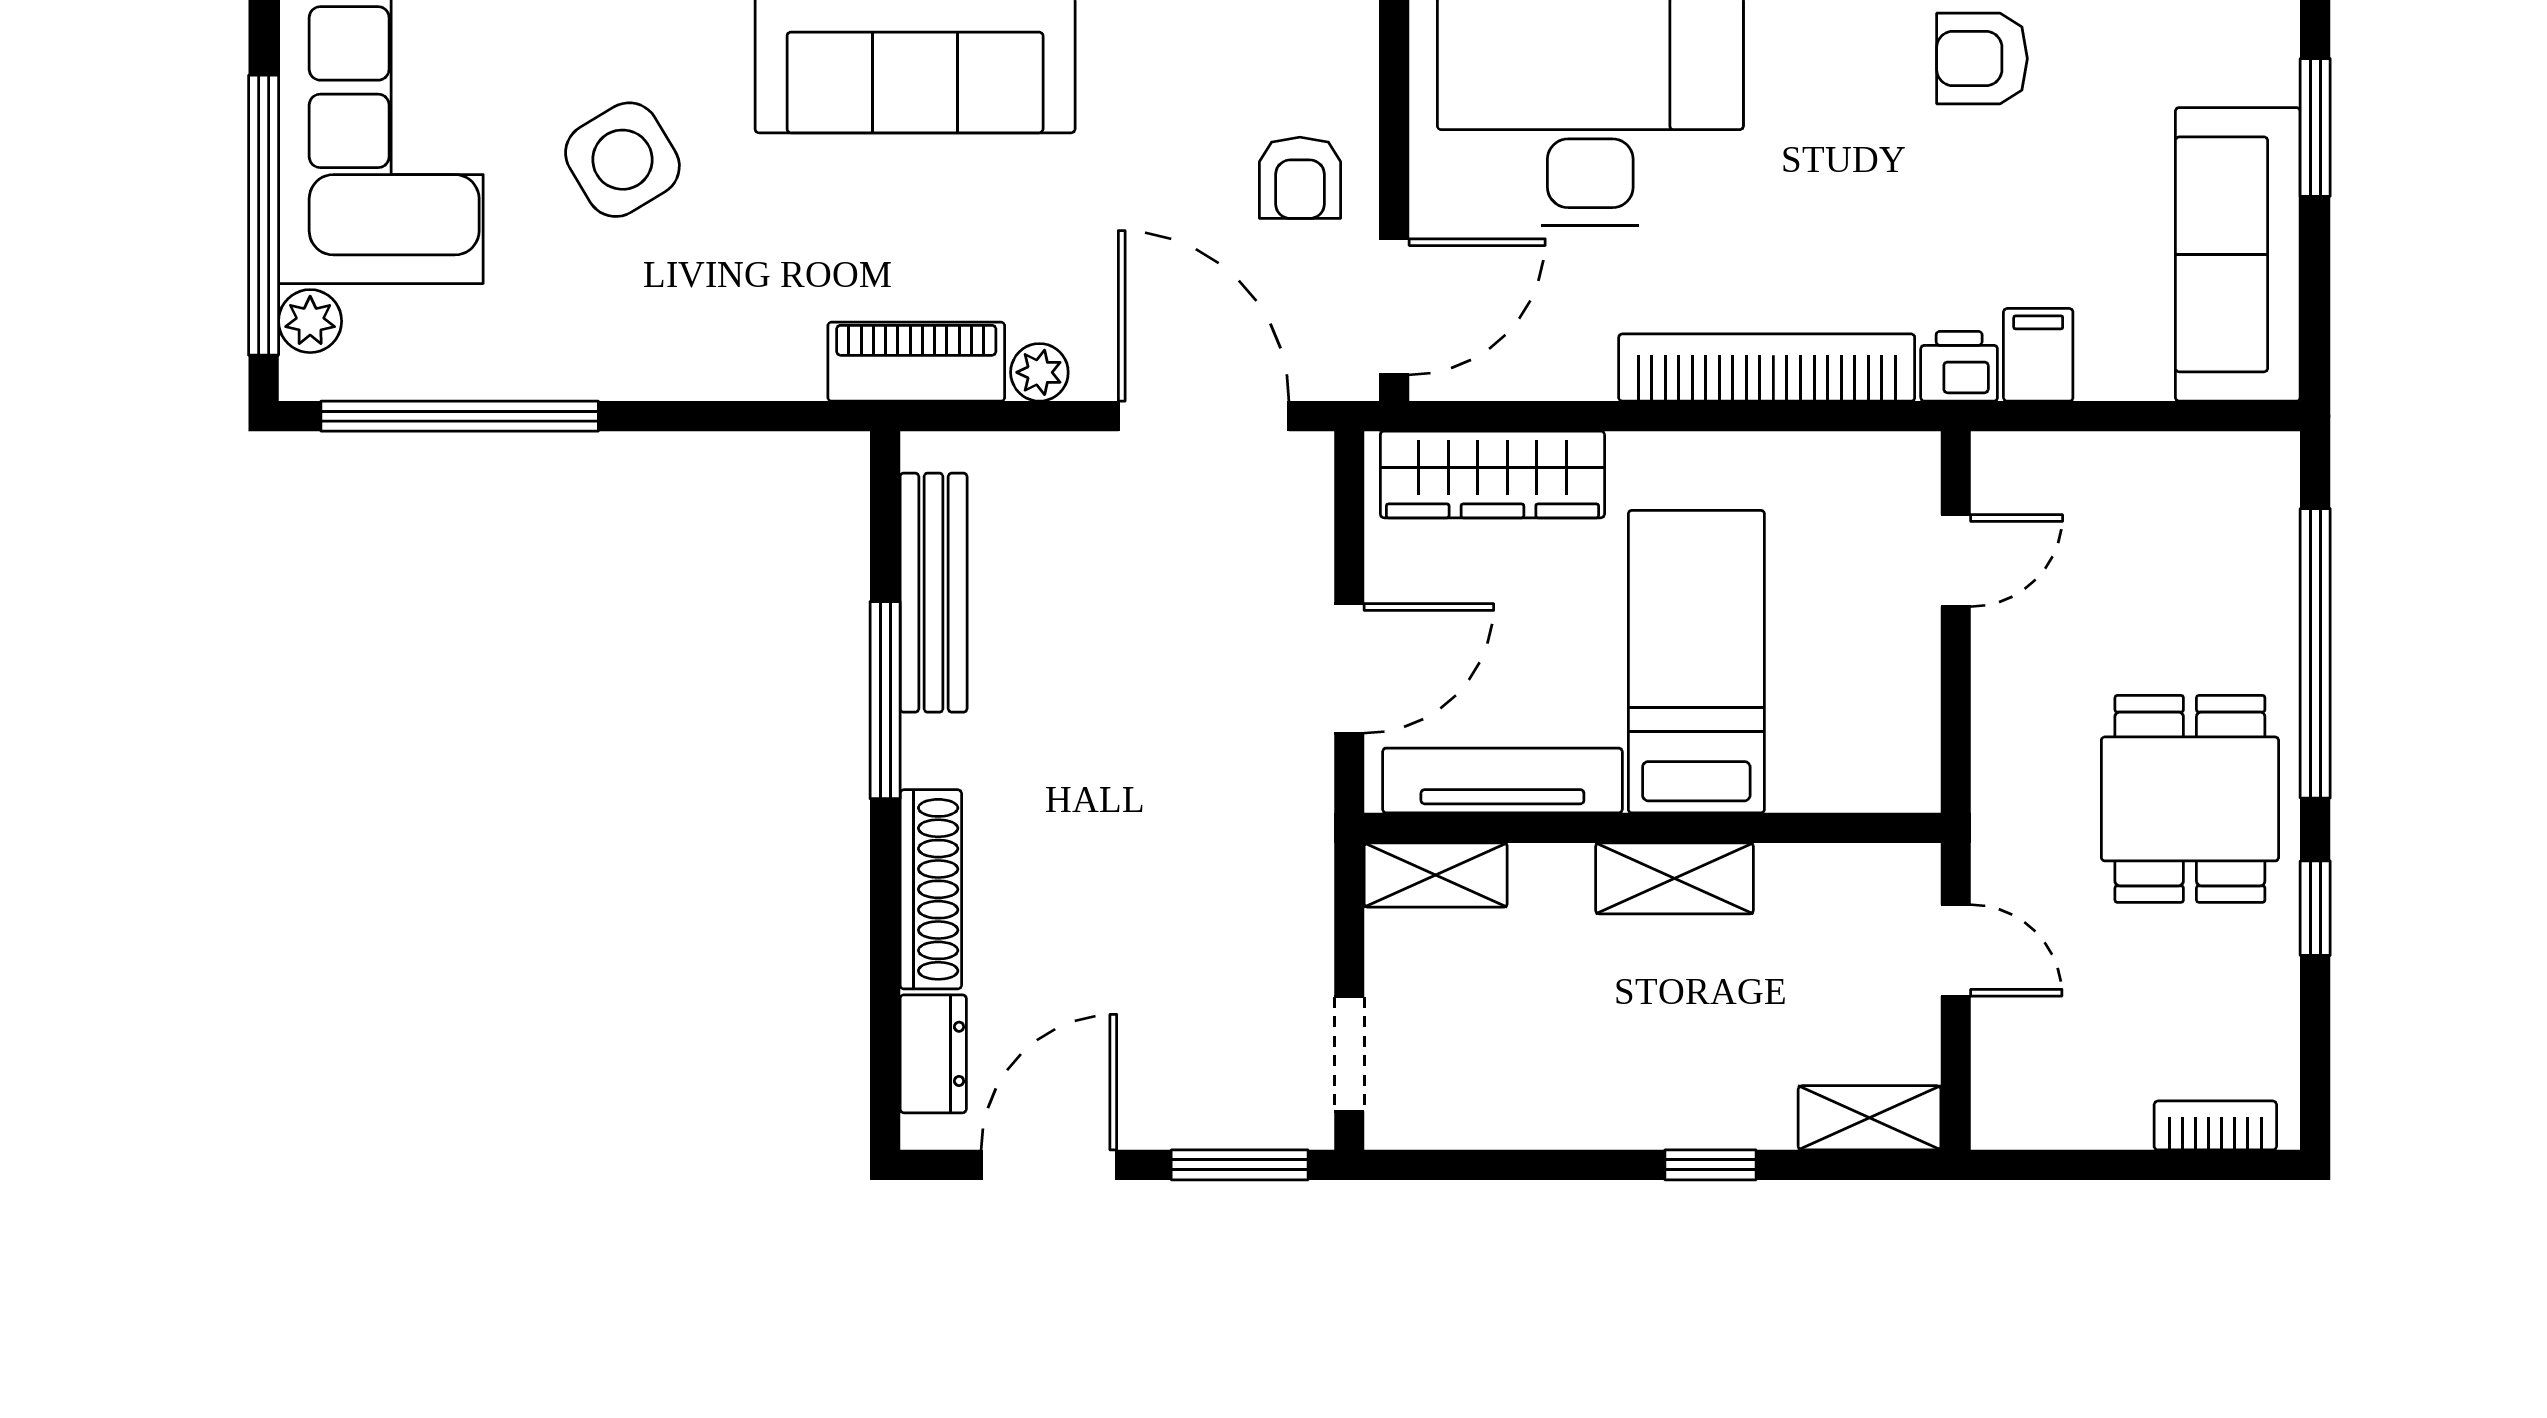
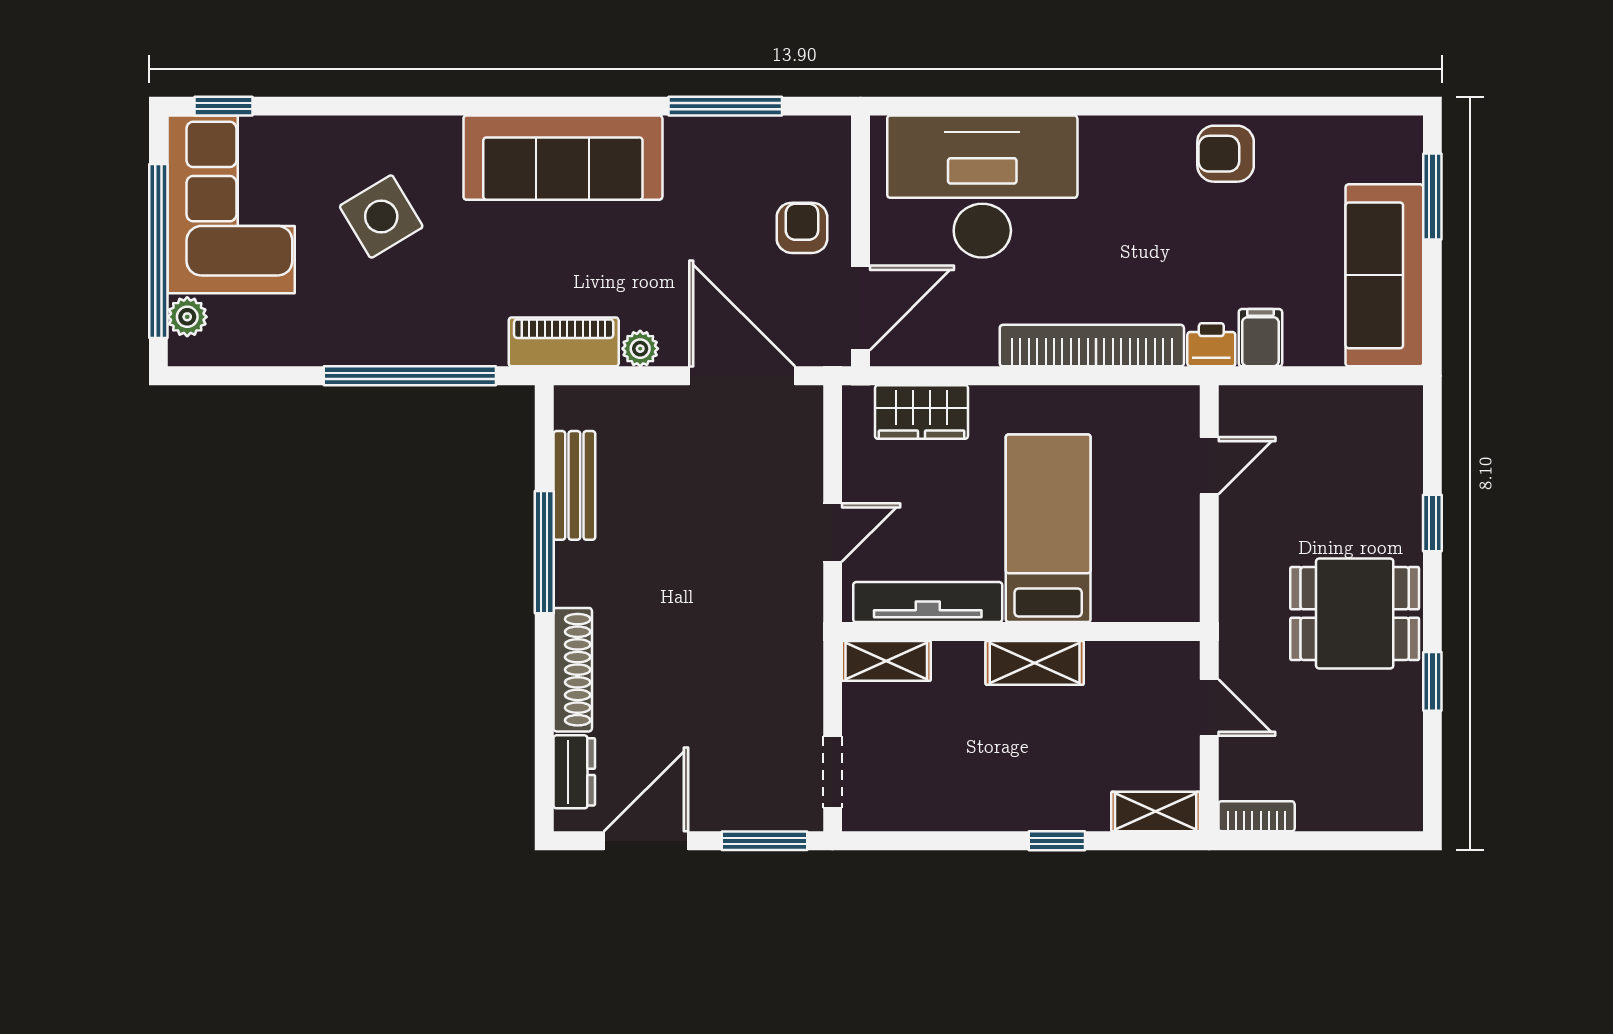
armchair: (1300, 178) -> (802, 228), turned 180
window: (460, 416) -> (410, 376), moved
wardrobe: (1492, 474) -> (921, 412), width x0.67
bench: (934, 593) -> (574, 485), width x0.73
window: (2315, 653) -> (1432, 523), width x0.32
door: (1349, 668) -> (833, 533), width x0.73
dining table: (2190, 799) -> (1355, 614), turned 90
bookcase: (2215, 1125) -> (1257, 816), moved

